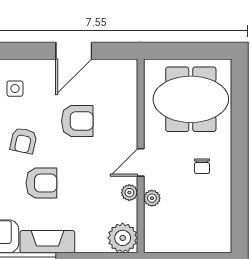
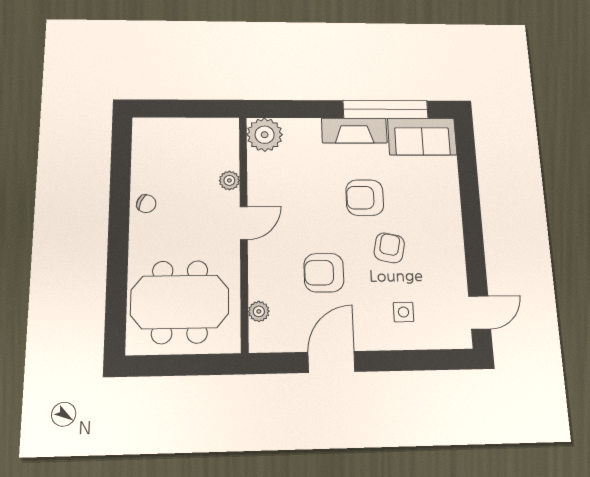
chair: (202, 166) -> (146, 204), moved, turned 114
plant: (129, 193) -> (259, 311), moved

